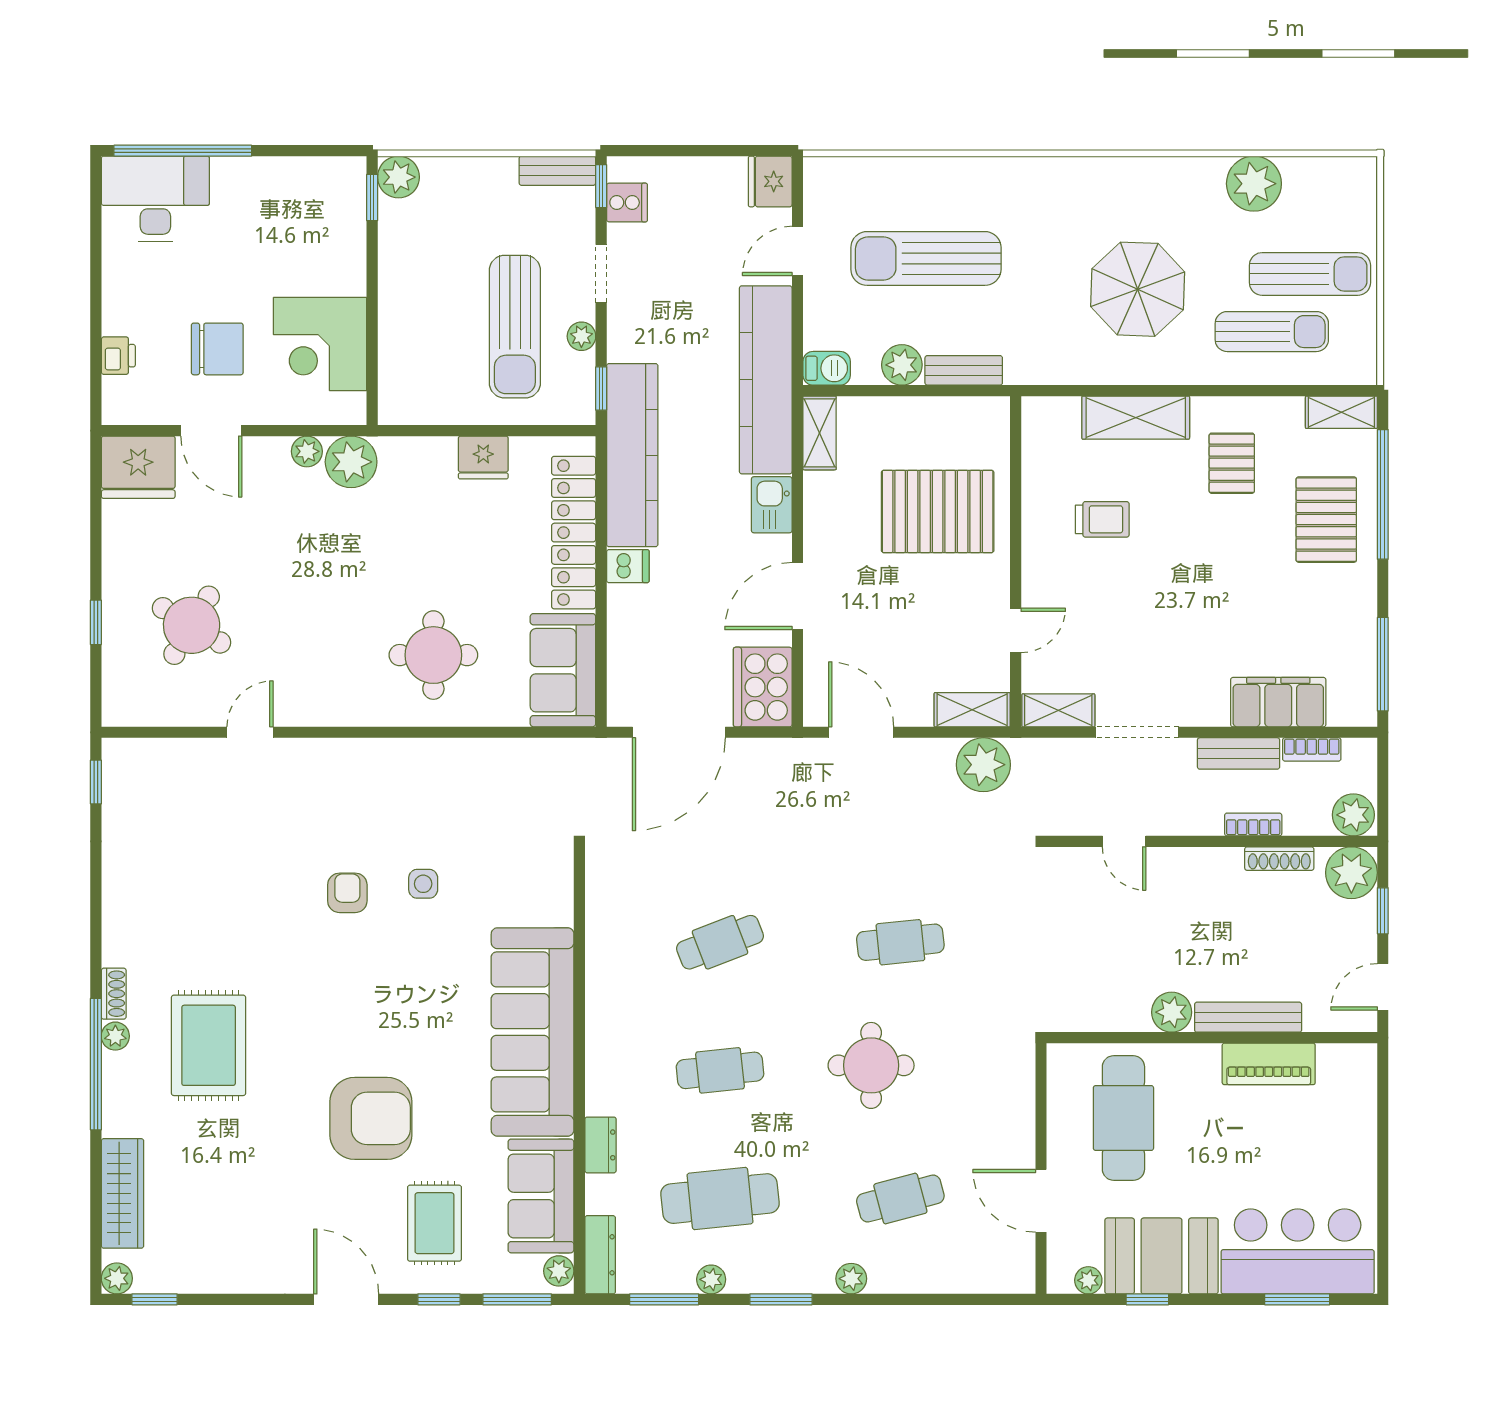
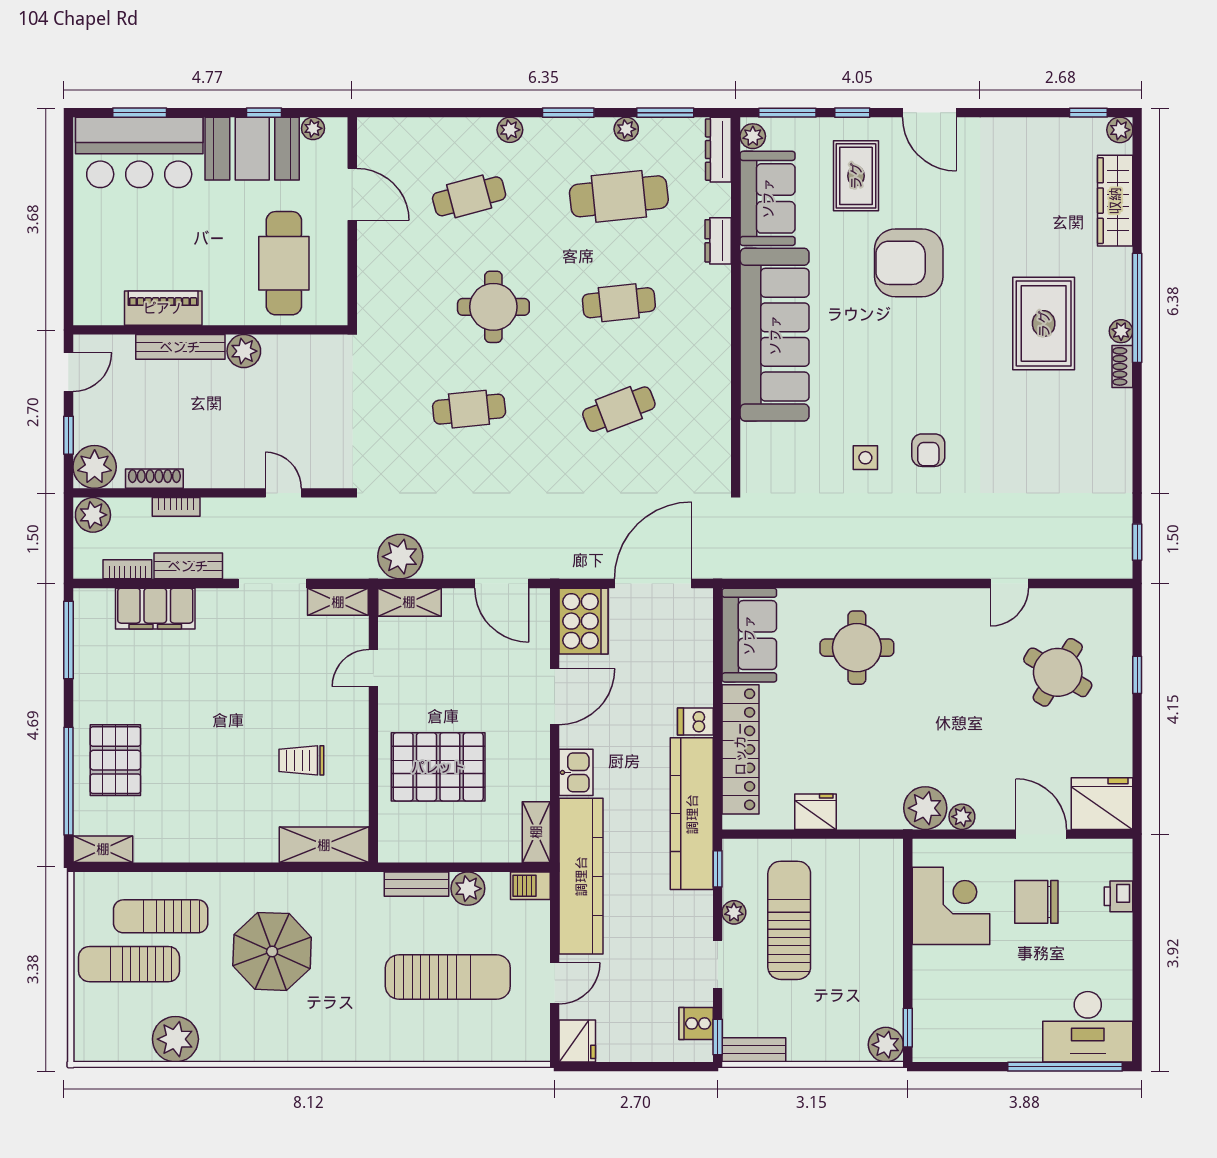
shelving: (1136, 418) -> (324, 845), moved
pallet: (1232, 463) -> (194, 807), removed

